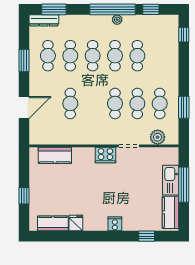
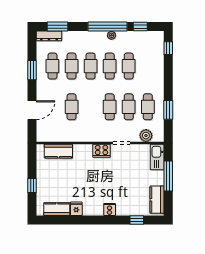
kitchen sink: (171, 180) -> (157, 157), moved

